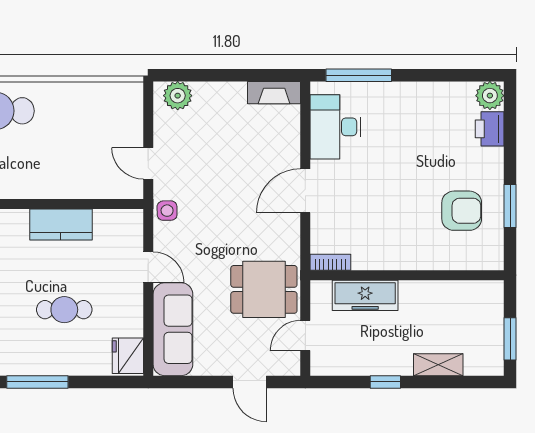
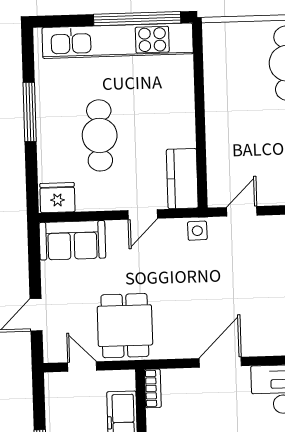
door: (305, 191) -> (220, 362), hinge flipped
kitchen counter: (61, 225) -> (182, 179), moved
cafe table: (64, 310) -> (100, 135), width x1.37, depth x1.35
sofa: (173, 329) -> (72, 240), width x0.73

